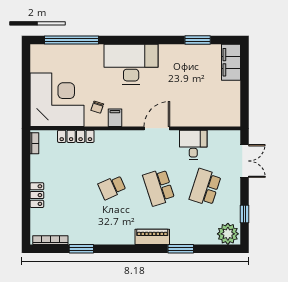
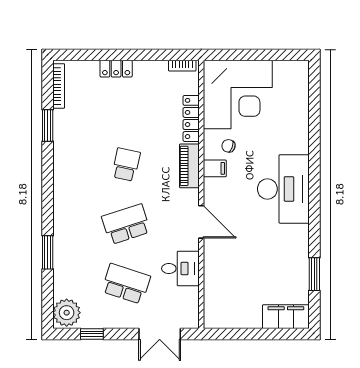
window: (71, 40) -> (314, 113), removed
school desk: (112, 187) -> (126, 165), turned 36
piano: (152, 237) -> (189, 166), moved, turned 180

